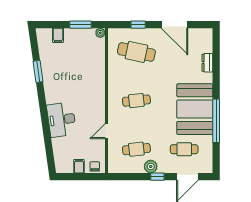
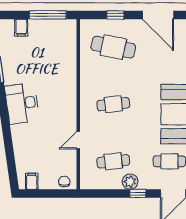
window: (81, 25) -> (48, 15), width x1.44
plant: (100, 33) -> (71, 25), removed
desk: (62, 120) -> (22, 103), moved
filing cabinet: (79, 166) -> (32, 181), moved

